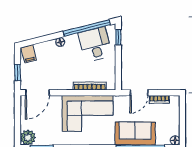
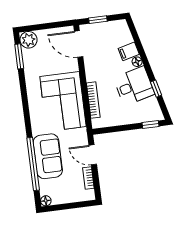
window: (87, 28) -> (156, 89), width x0.32
desk: (95, 44) -> (134, 86), moved
filing cabinet: (29, 54) -> (129, 51), moved

